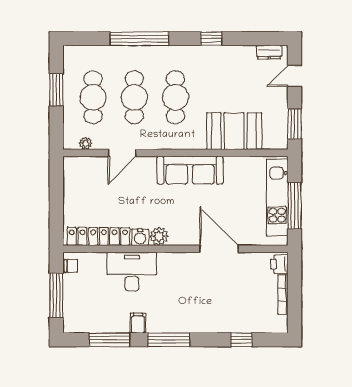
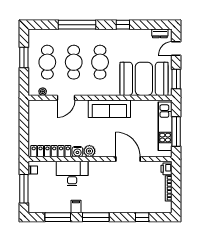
booth: (234, 131) -> (144, 79), width x1.36, depth x1.42

